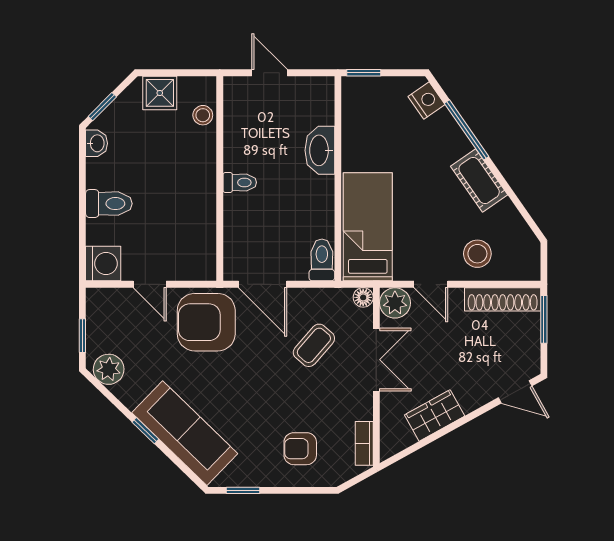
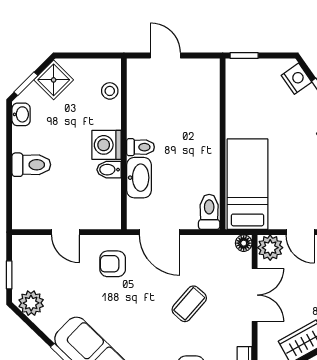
shower: (160, 93) -> (54, 80), moved, turned 45
washbasin: (320, 150) -> (139, 178), moved, turned 180
bidet: (202, 209) -> (109, 170), added
washing machine: (103, 264) -> (107, 145), moved, turned 180
armchair: (206, 322) -> (113, 264), width x0.53, depth x0.53
coffee table: (314, 345) -> (189, 304), moved

